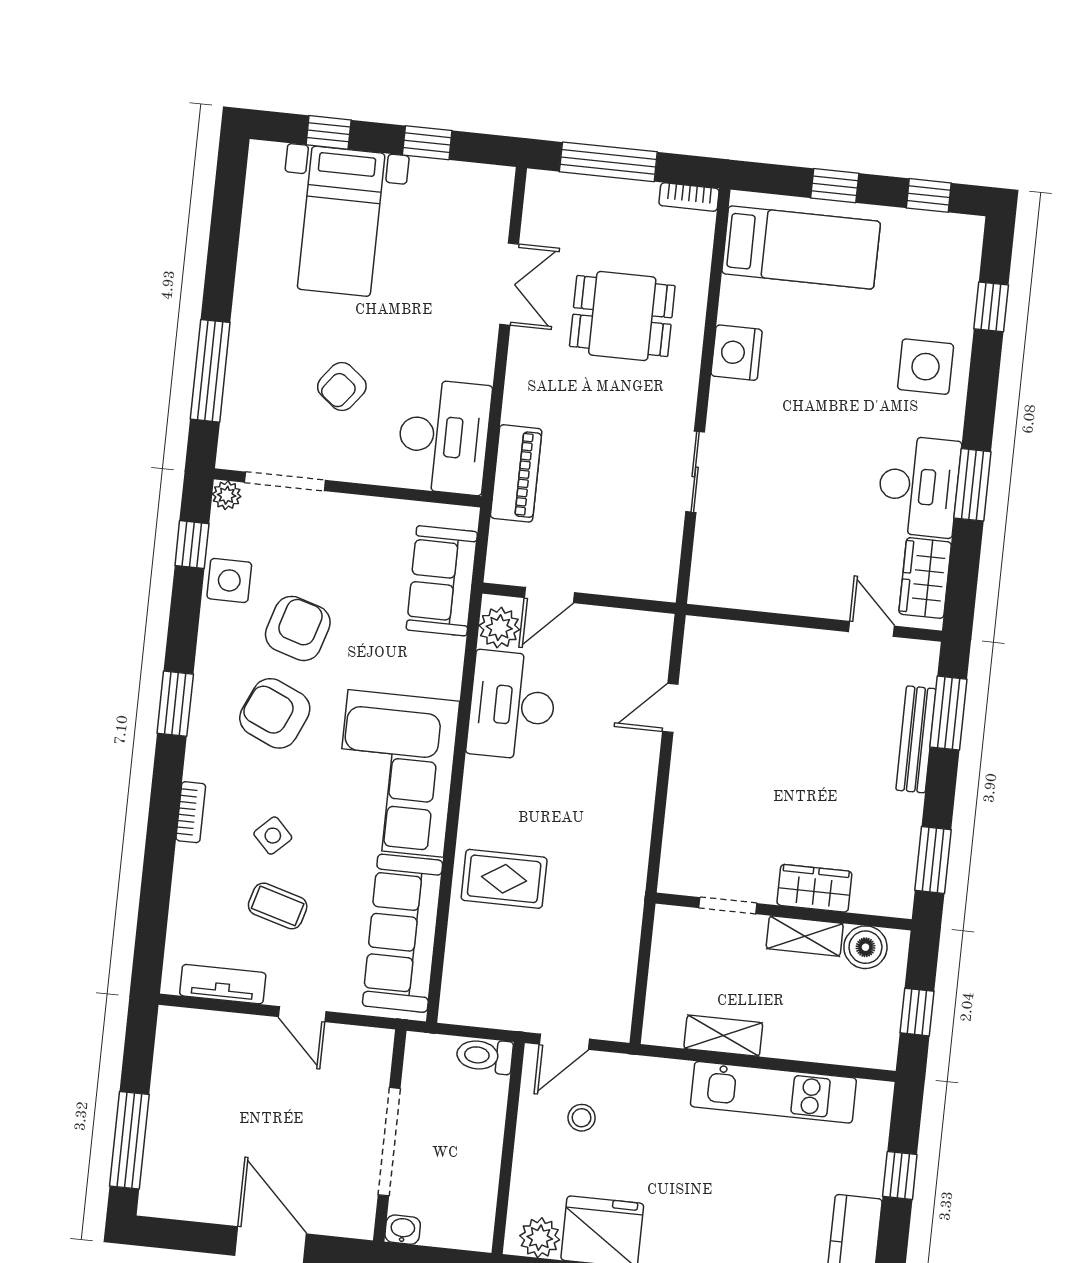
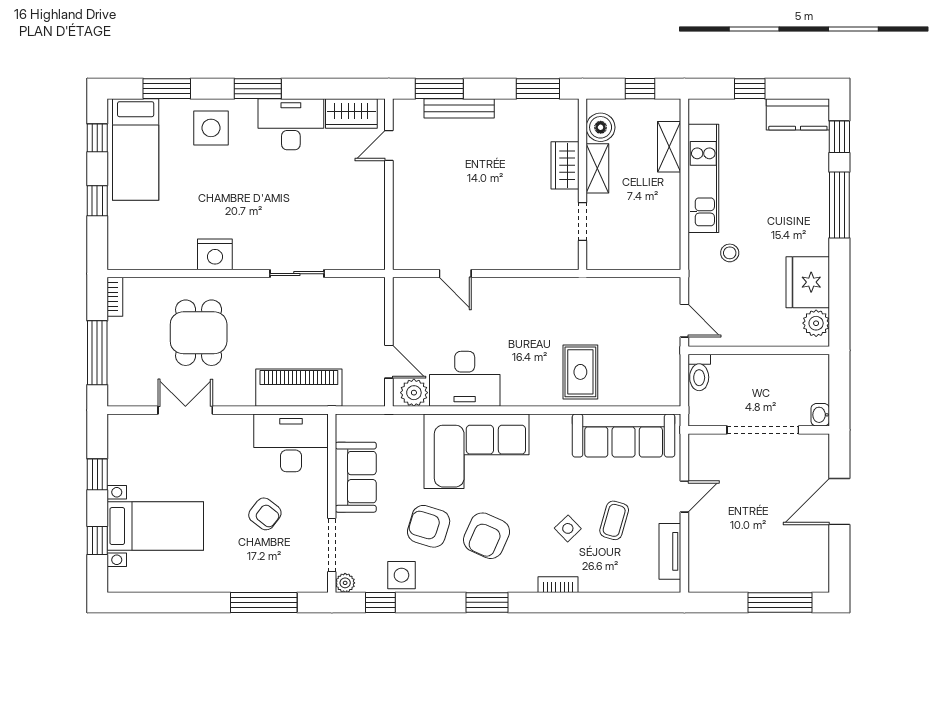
bed: (801, 247) -> (136, 149), moved, turned 180
window: (991, 307) -> (167, 89), width x1.50
piano: (516, 473) -> (299, 388), width x1.37, depth x1.33
window: (972, 485) -> (258, 89), moved
sofa: (442, 581) -> (356, 477), moved, turned -90
corner sofa: (396, 773) -> (476, 451), moved
shelving: (723, 1036) -> (669, 147), moved
stool: (582, 1118) -> (730, 253), moved

